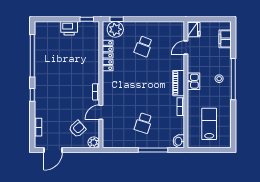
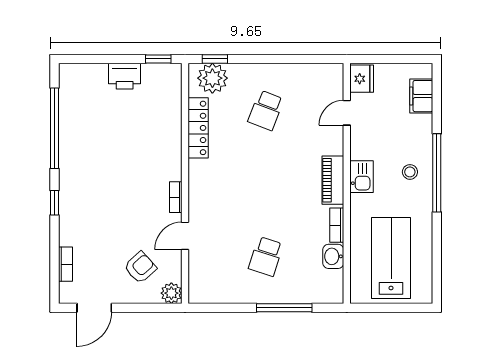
lab bench: (209, 124) -> (391, 258), width x1.36, depth x1.39
washbasin: (179, 141) -> (333, 256), moved

